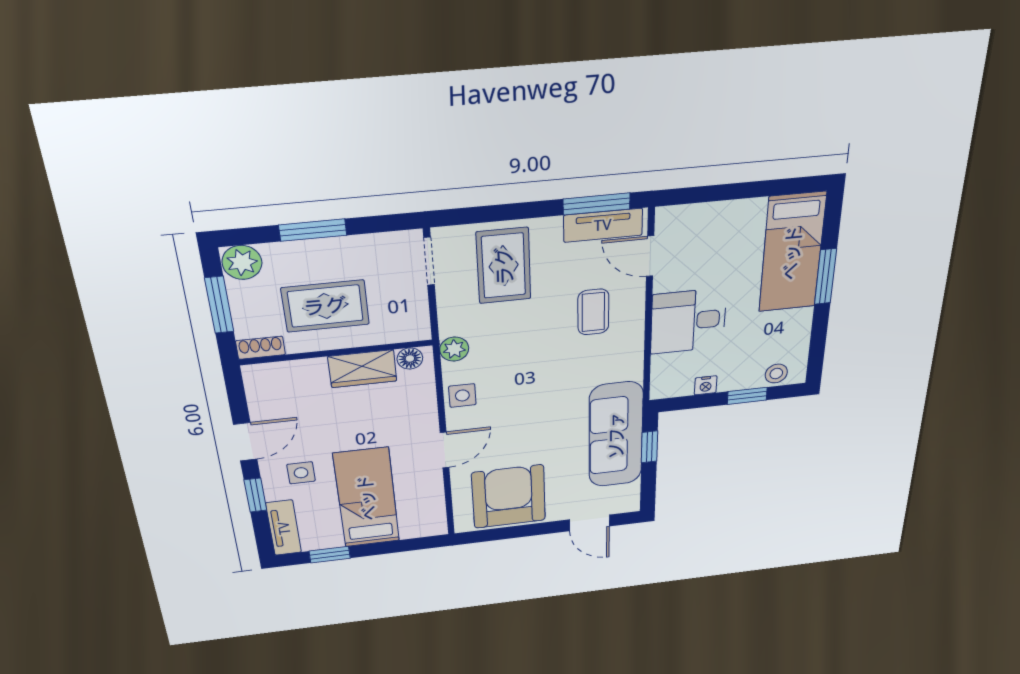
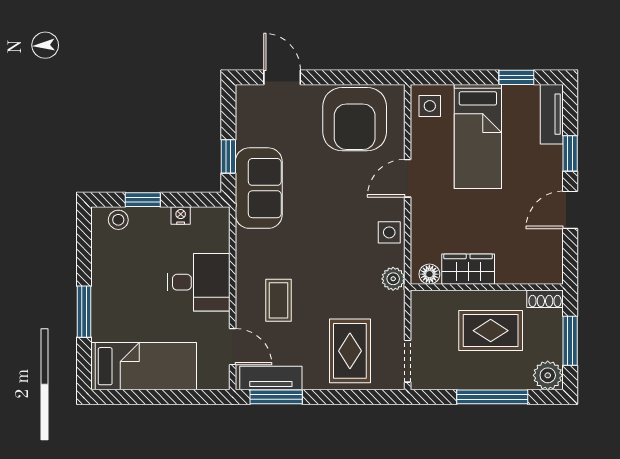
window: (313, 230) -> (492, 397), width x1.44
bed: (792, 253) -> (144, 366), moved, turned 90
sofa: (616, 435) -> (259, 188), width x0.73
side table: (301, 473) -> (430, 106), moved

